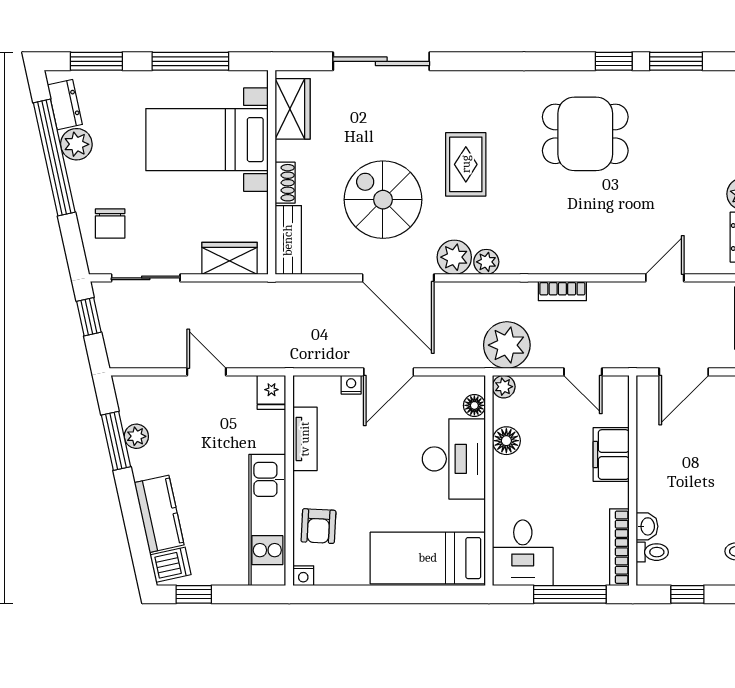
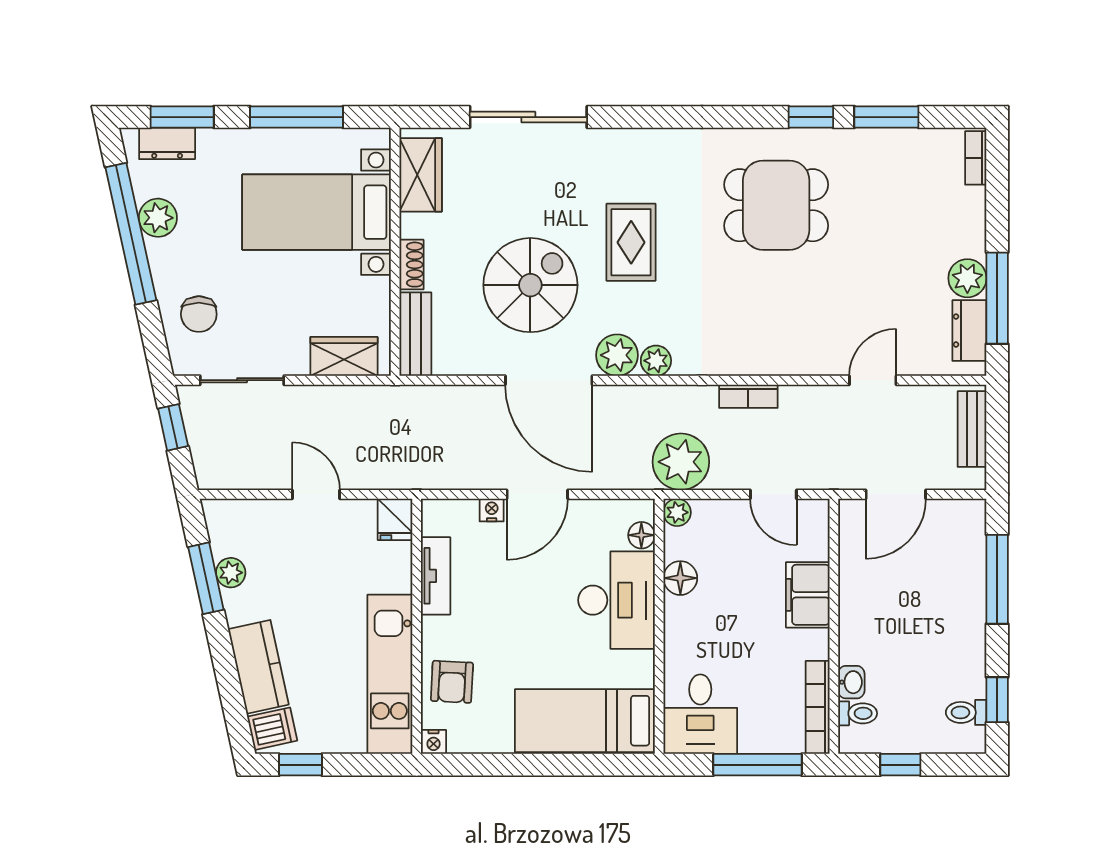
dresser: (65, 105) -> (167, 143), moved, turned 102
spiral stairs: (383, 200) -> (530, 285), turned 90

